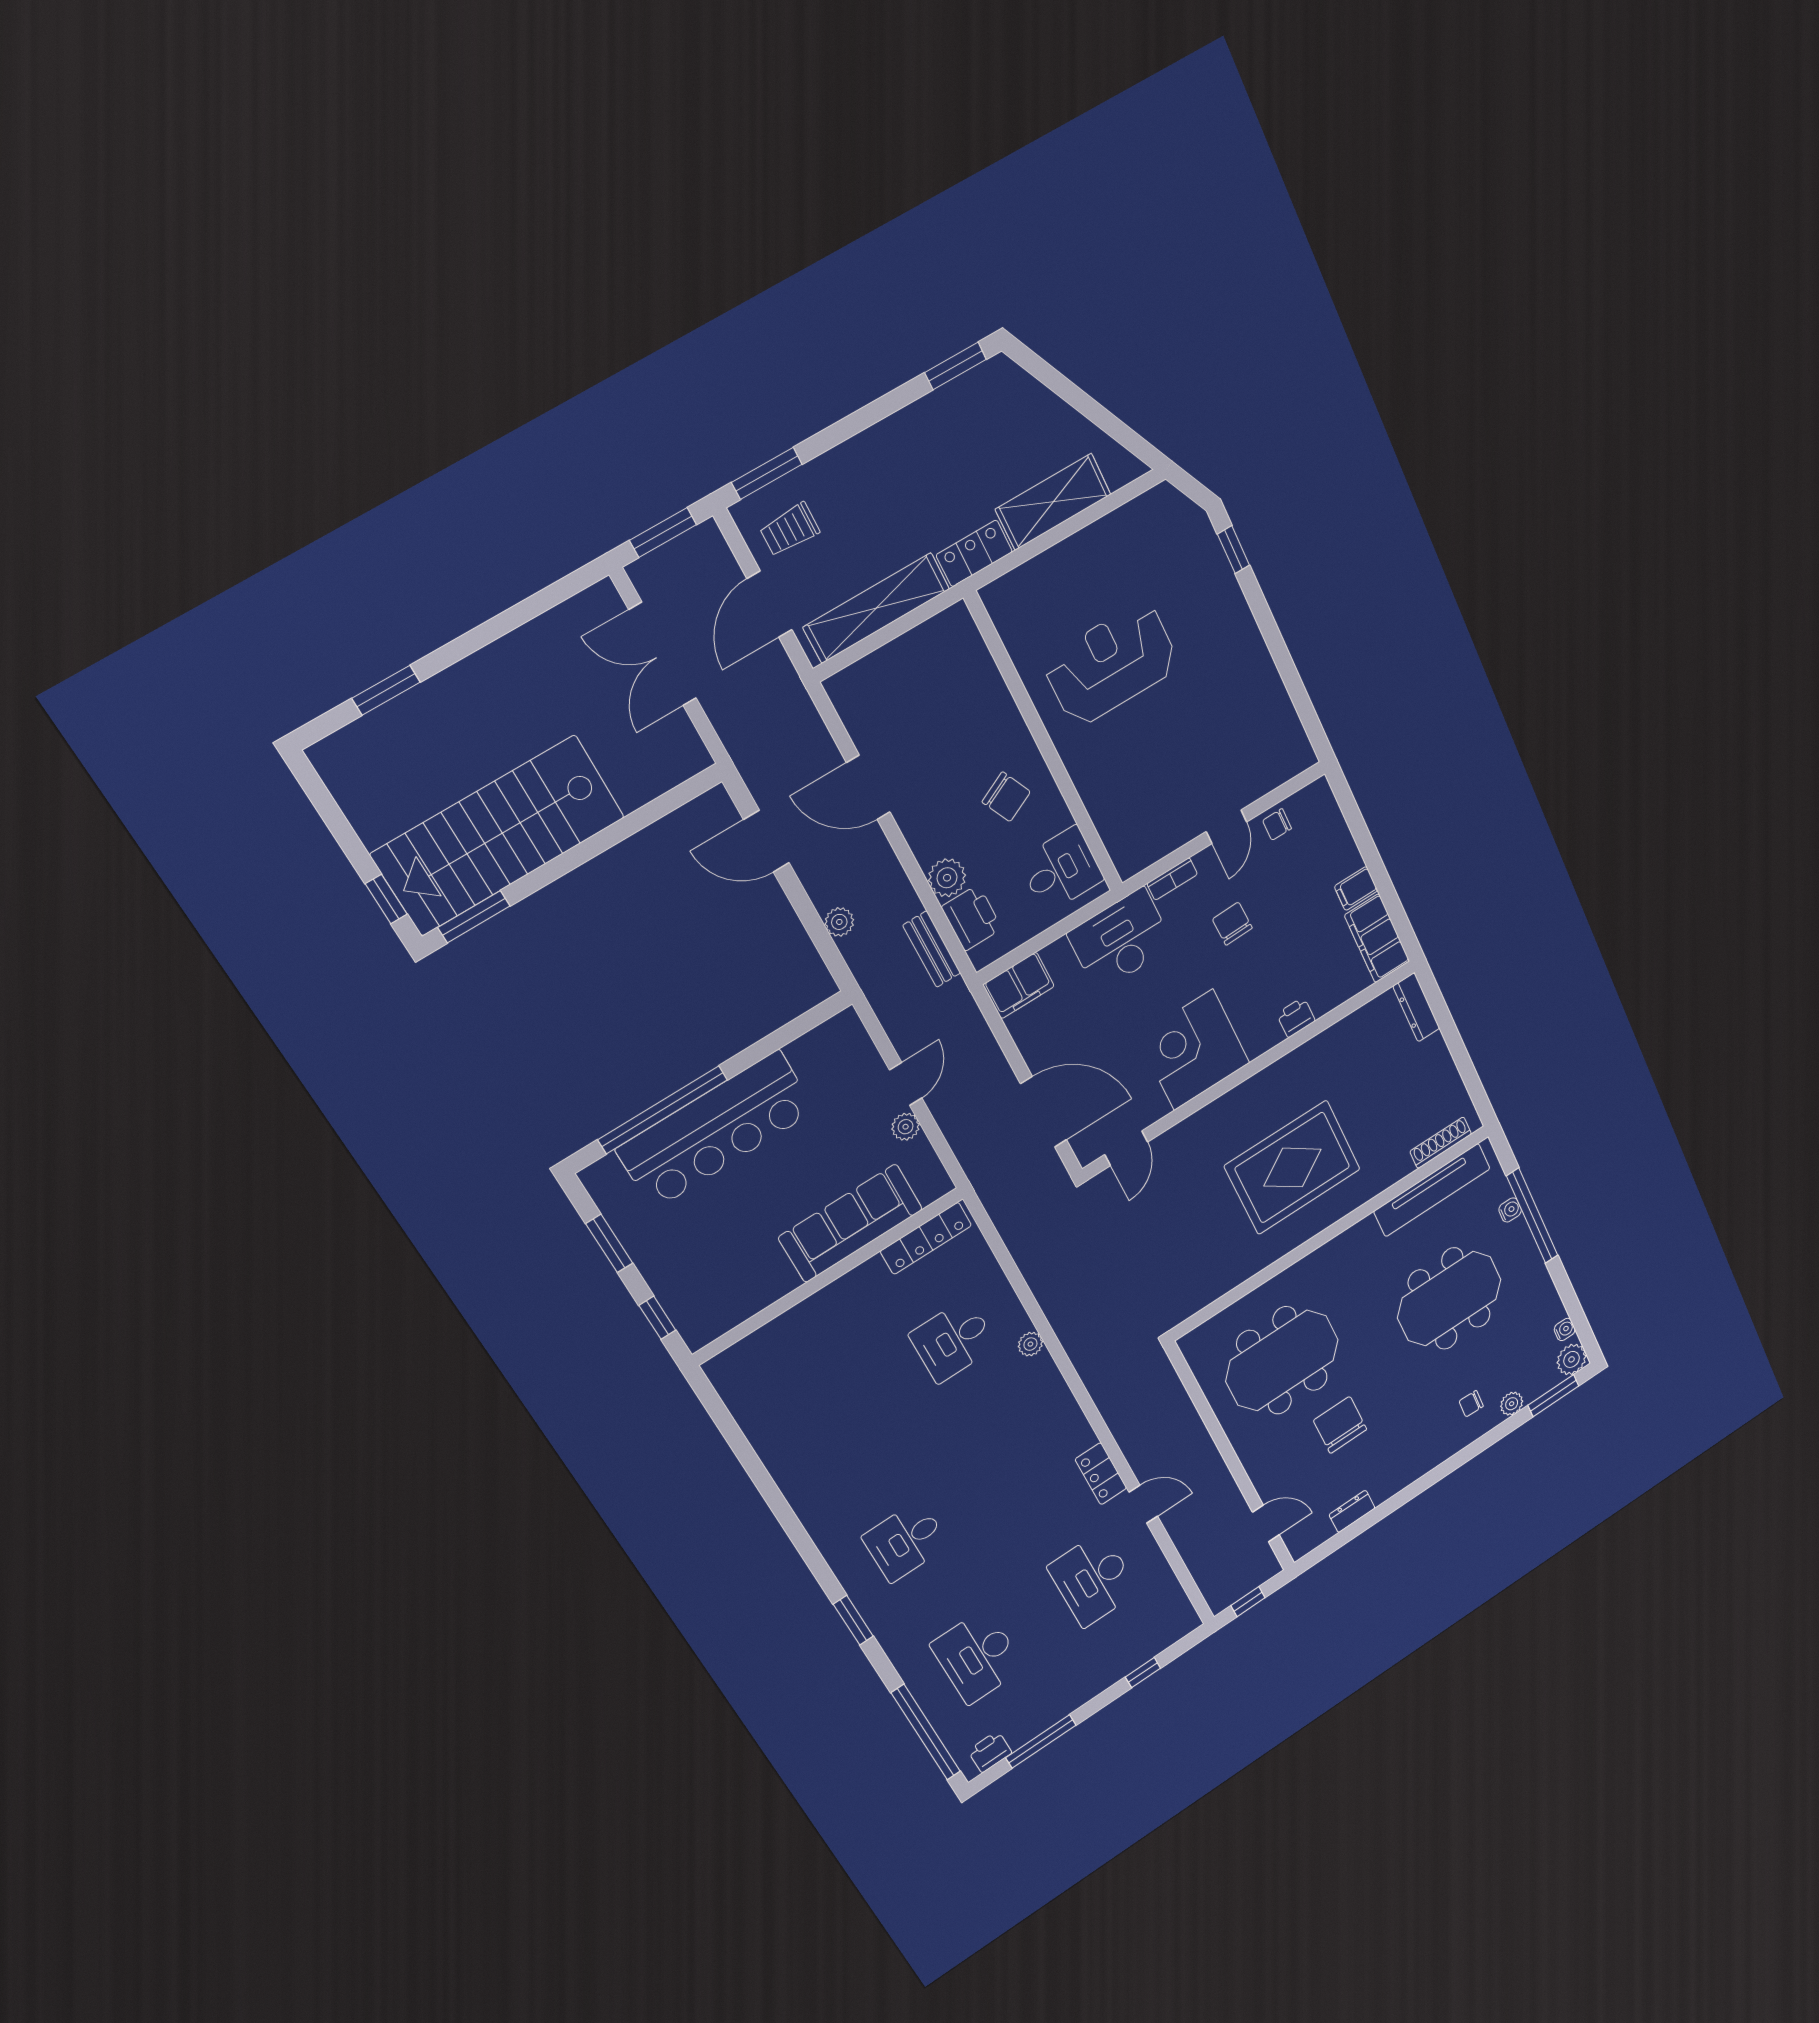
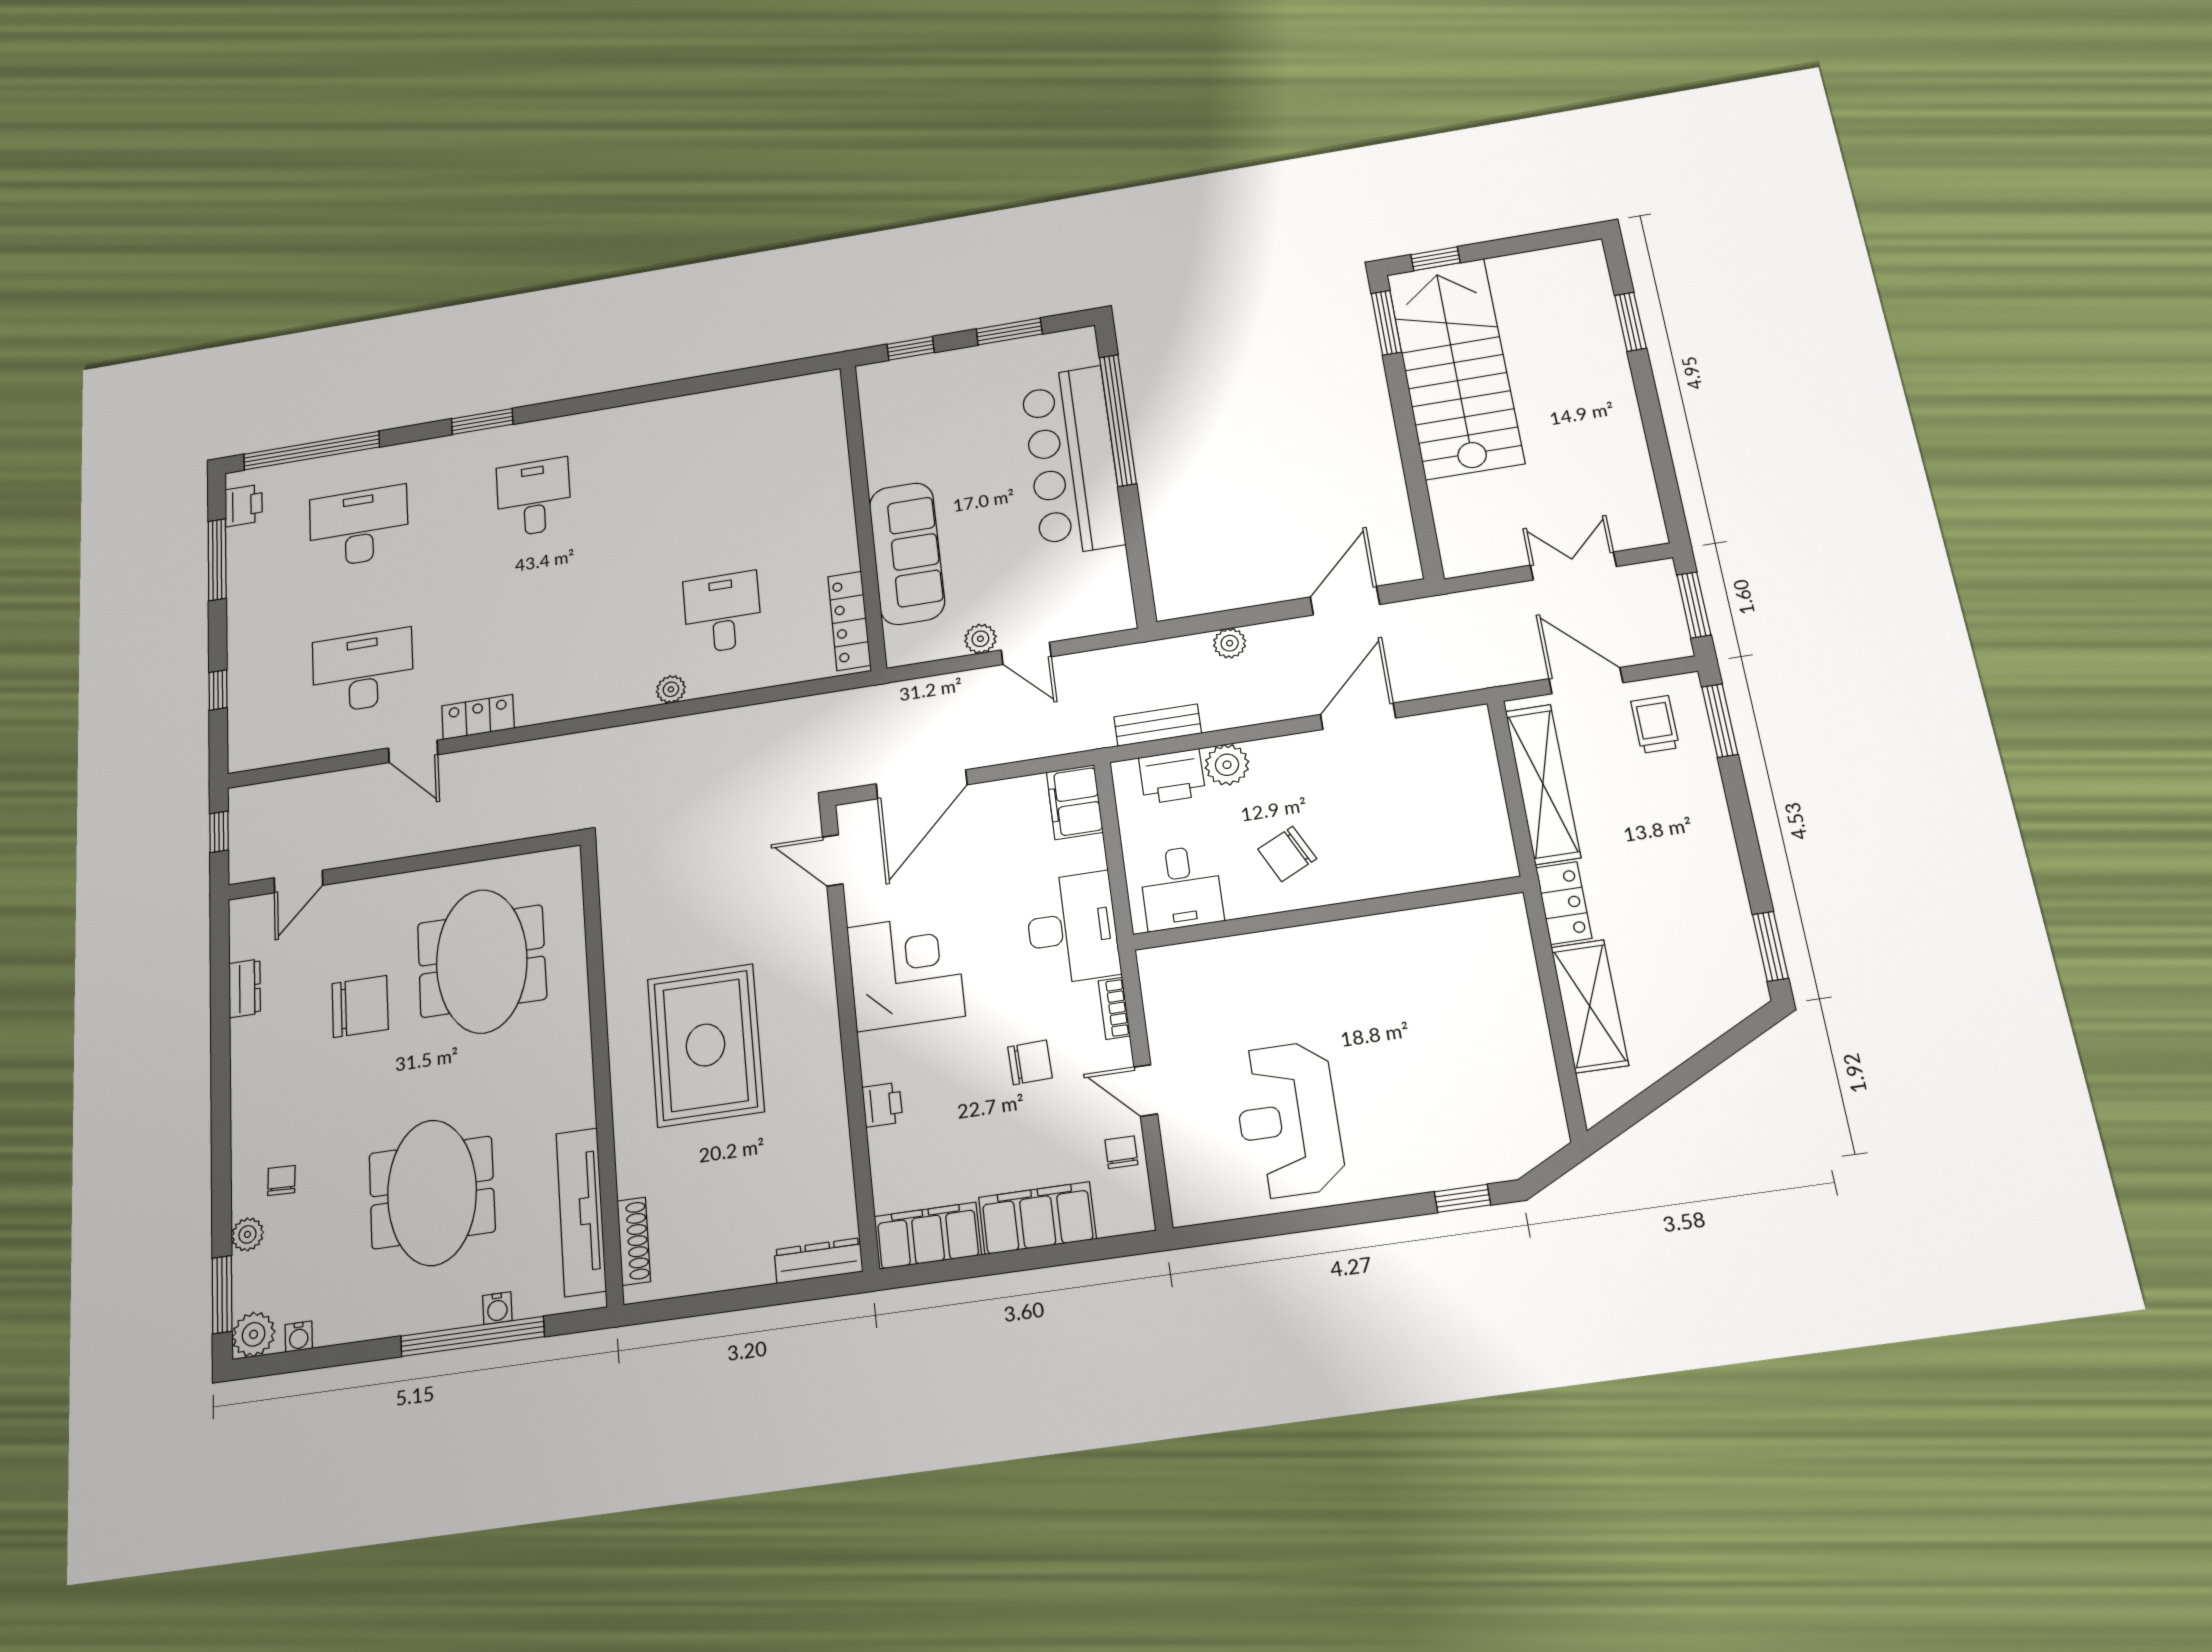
double door: (663, 654) -> (1573, 566), width x0.73
reception desk: (1111, 664) -> (1288, 1120), moved, turned 180
filing cabinet: (1356, 888) -> (1037, 1218), width x3.00, depth x1.17
door: (1143, 1504) -> (413, 751), hinge flipped

